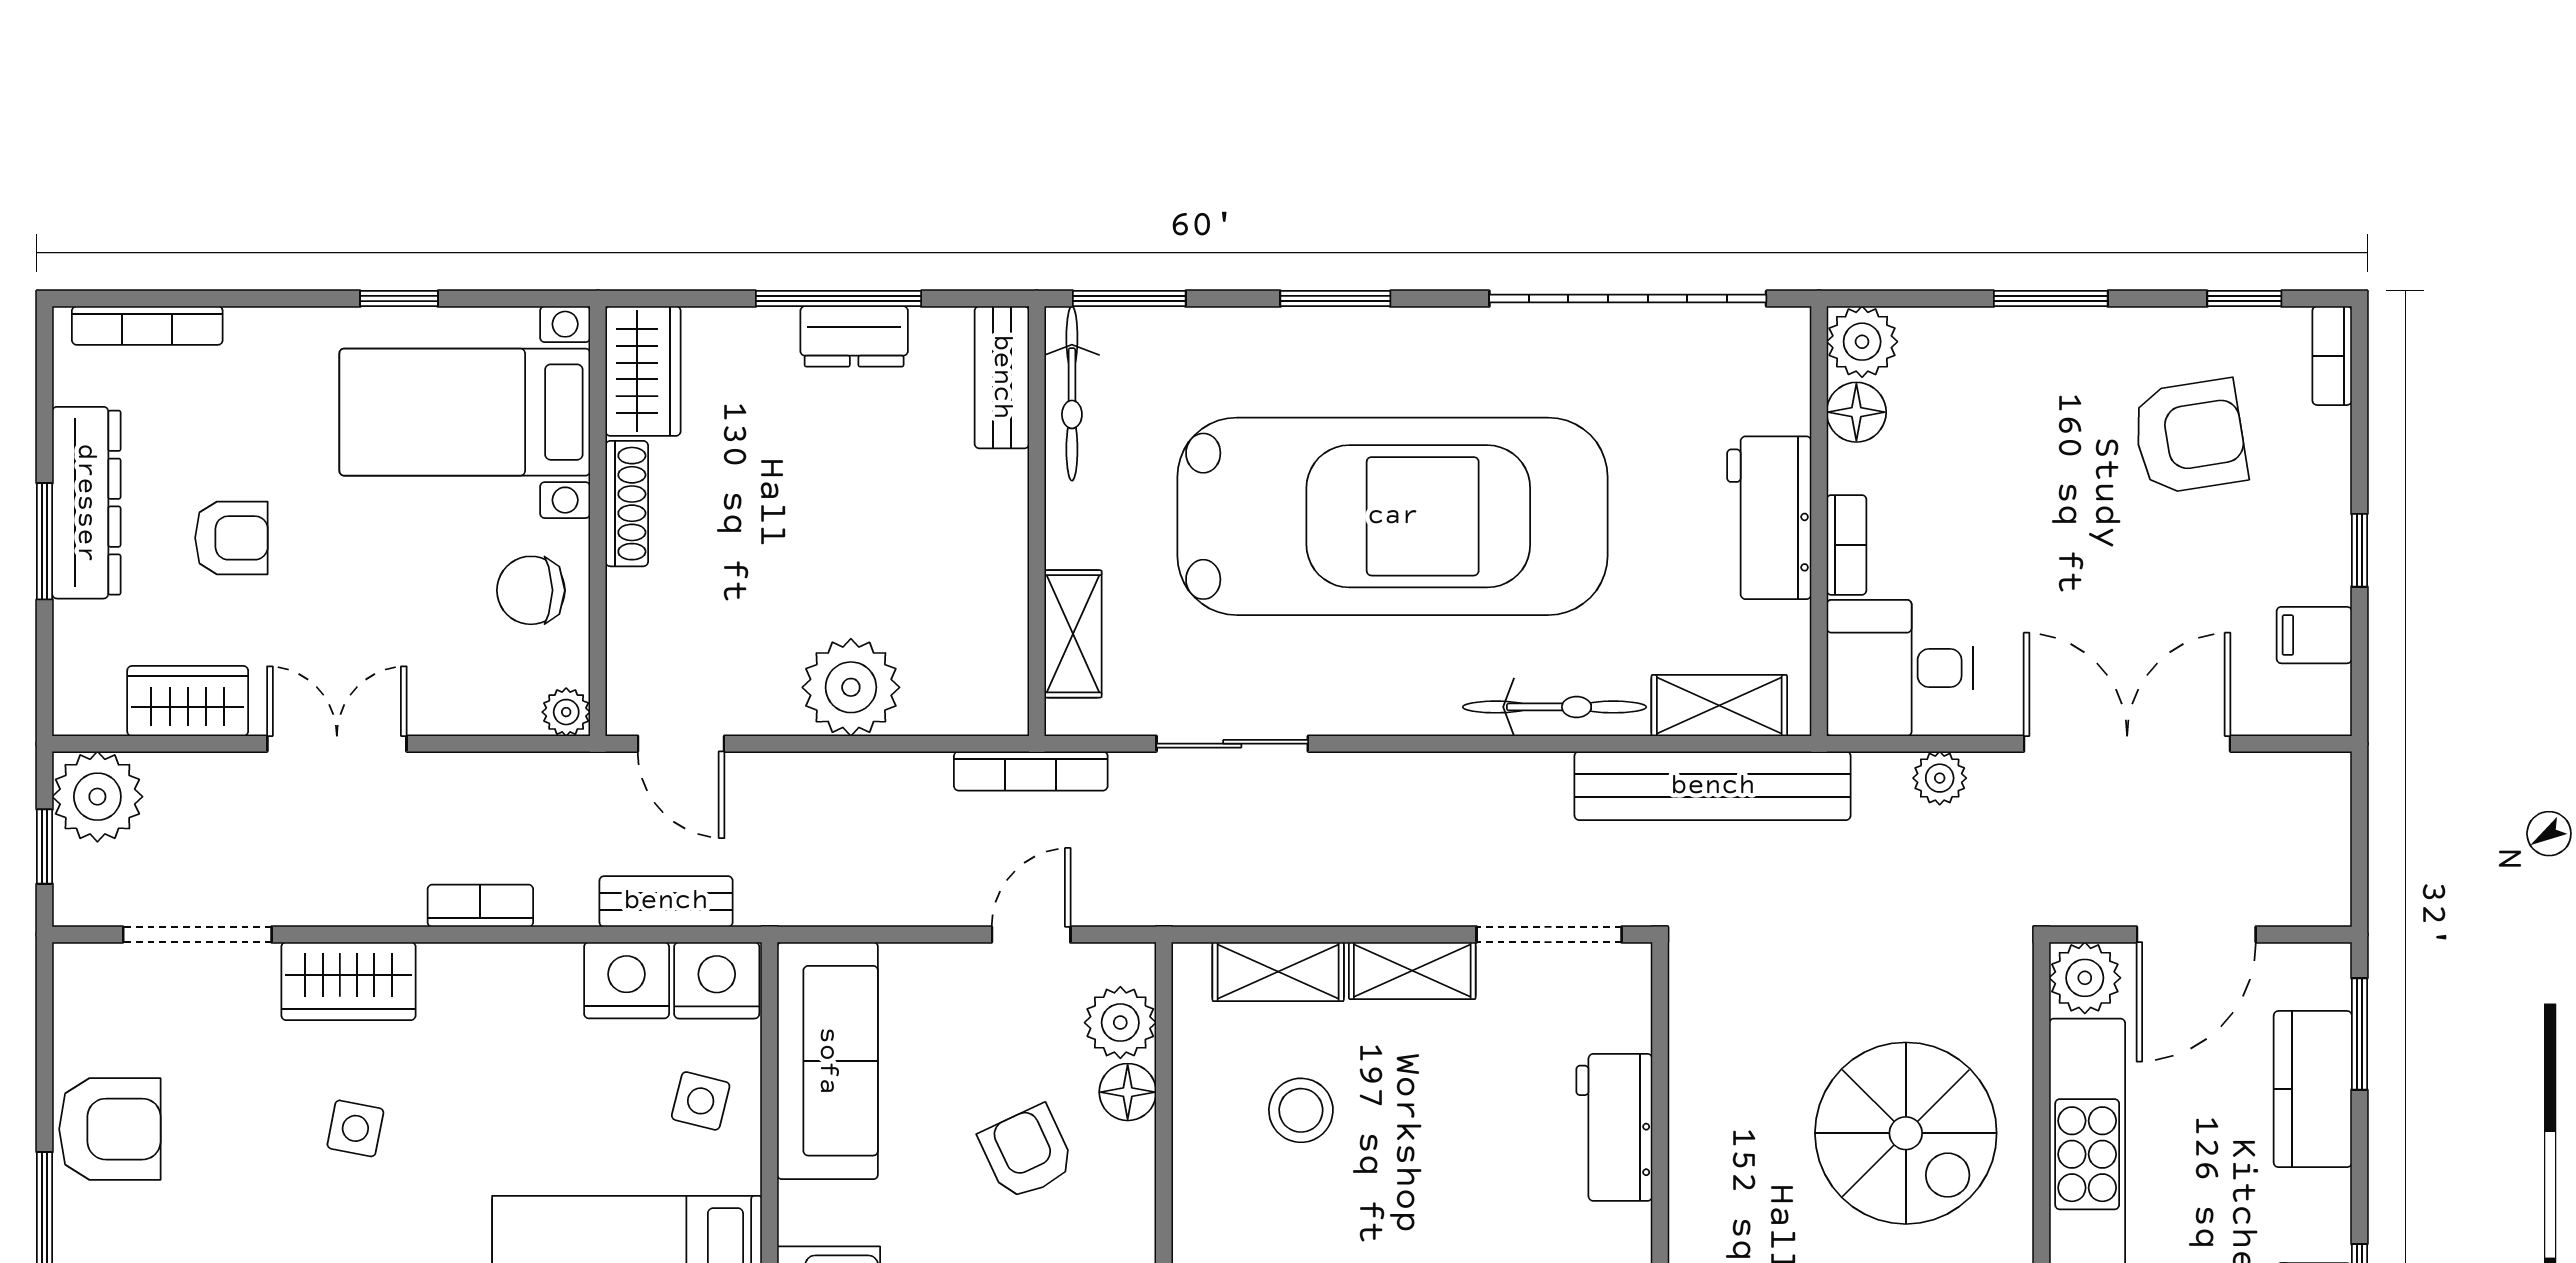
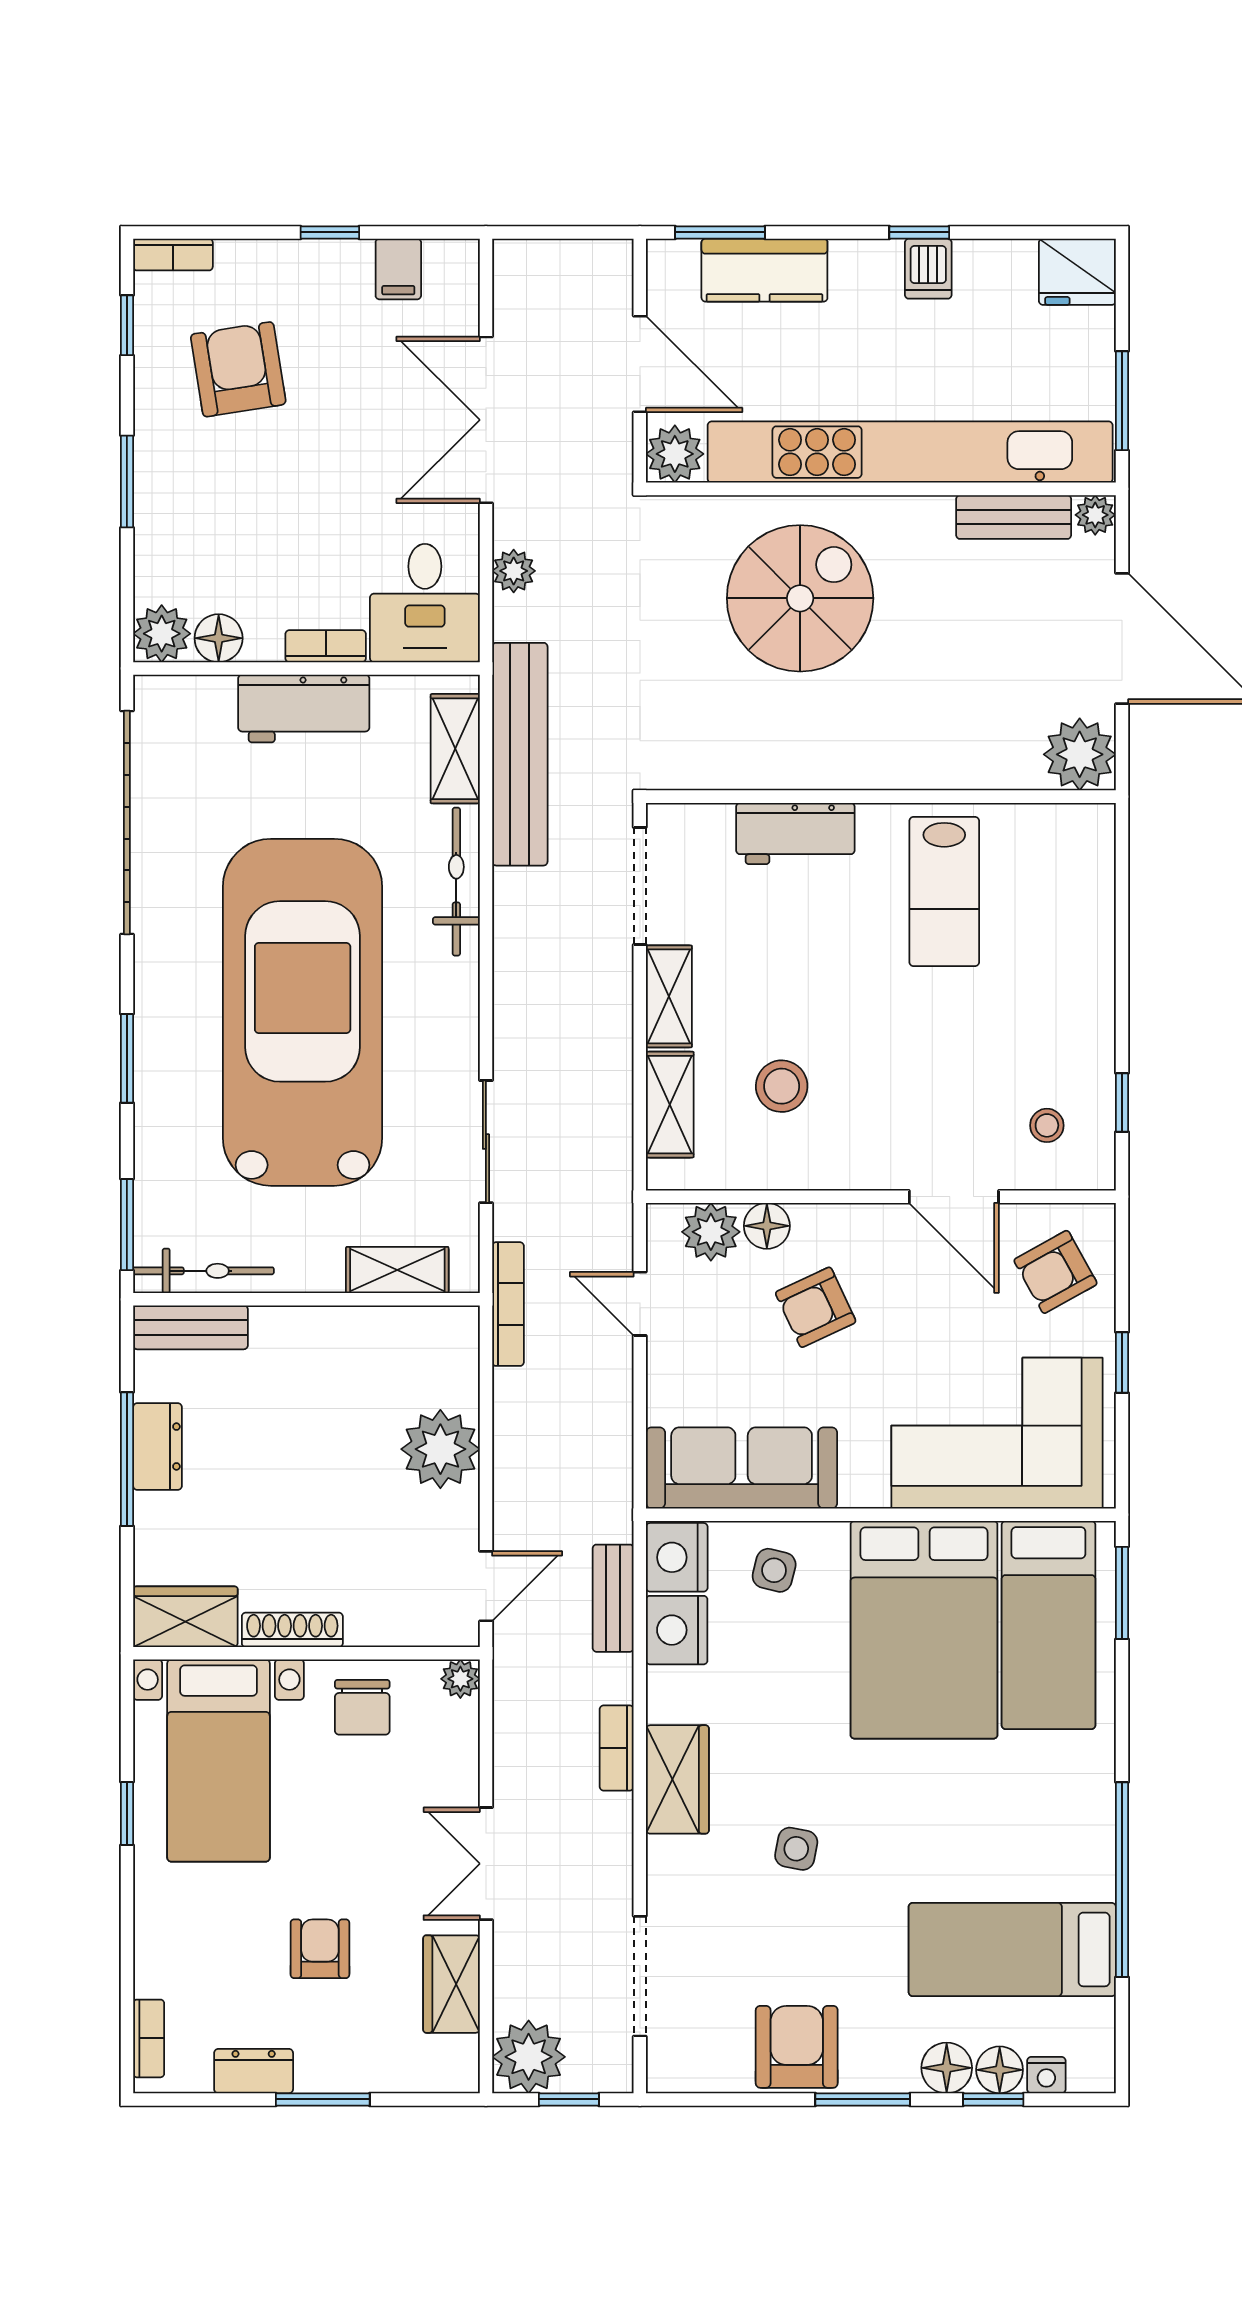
bookcase: (147, 325) -> (149, 2038), width x0.64
dresser: (86, 503) -> (254, 2071), width x0.51, depth x0.80
wardrobe: (348, 981) -> (677, 1779), moved

